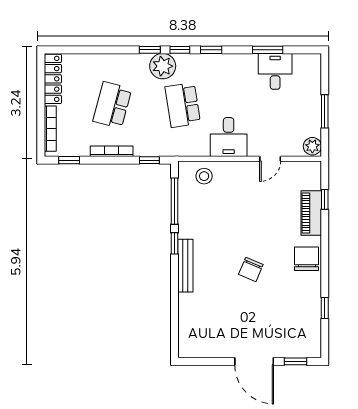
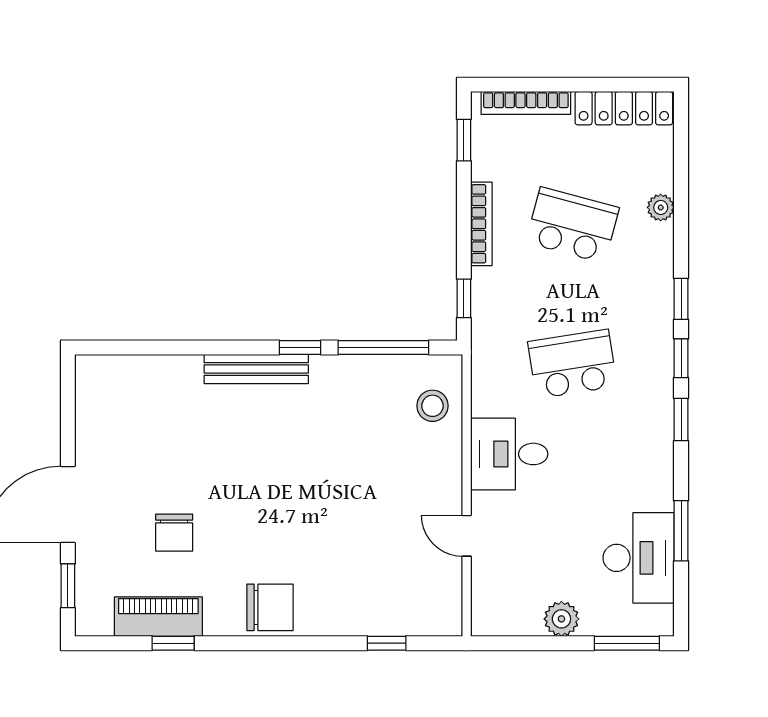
plant: (163, 66) -> (661, 207), moved, width x0.53, depth x0.53
desk: (275, 71) -> (639, 558), width x1.37
window: (325, 111) -> (627, 643), moved
plant: (312, 146) -> (561, 619), moved
piano: (311, 213) -> (158, 617), moved
chair: (251, 269) -> (174, 533), moved, turned -113

